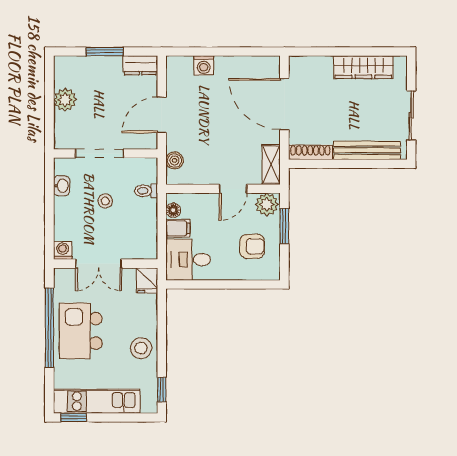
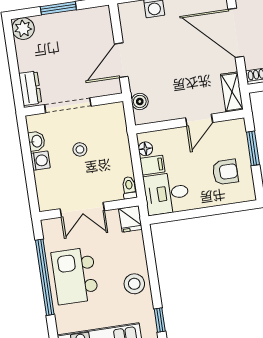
dresser: (140, 65) -> (30, 88), moved, turned -90
plant: (65, 100) -> (23, 29), moved
toilet: (146, 191) -> (129, 188), moved, turned 90
plant: (267, 204) -> (233, 130), removed
washing machine: (63, 250) -> (40, 161), moved, turned 90

